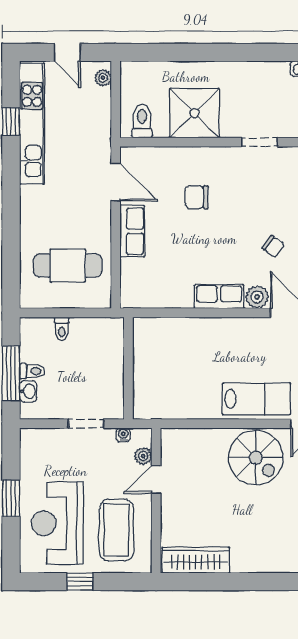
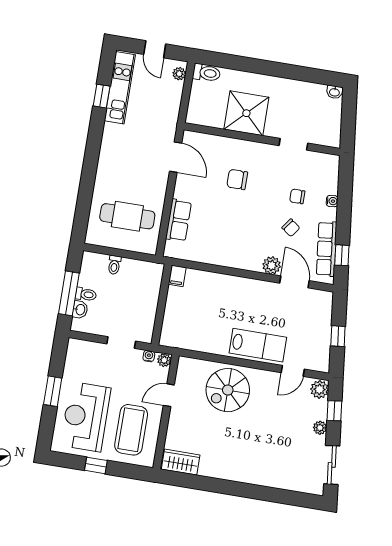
toilet: (142, 121) -> (206, 73), moved, turned 90
kitchen unit: (32, 124) -> (120, 88), width x0.73
chair: (275, 206) -> (297, 196), added
row of seats: (132, 231) -> (179, 220), moved
row of seats: (219, 297) -> (242, 260), removed
filing cabinet: (142, 329) -> (177, 276), added
plant: (143, 456) -> (164, 360), moved
spiral stairs: (256, 458) -> (228, 390), moved, turned 90
wardrobe: (196, 560) -> (181, 462), width x0.67

